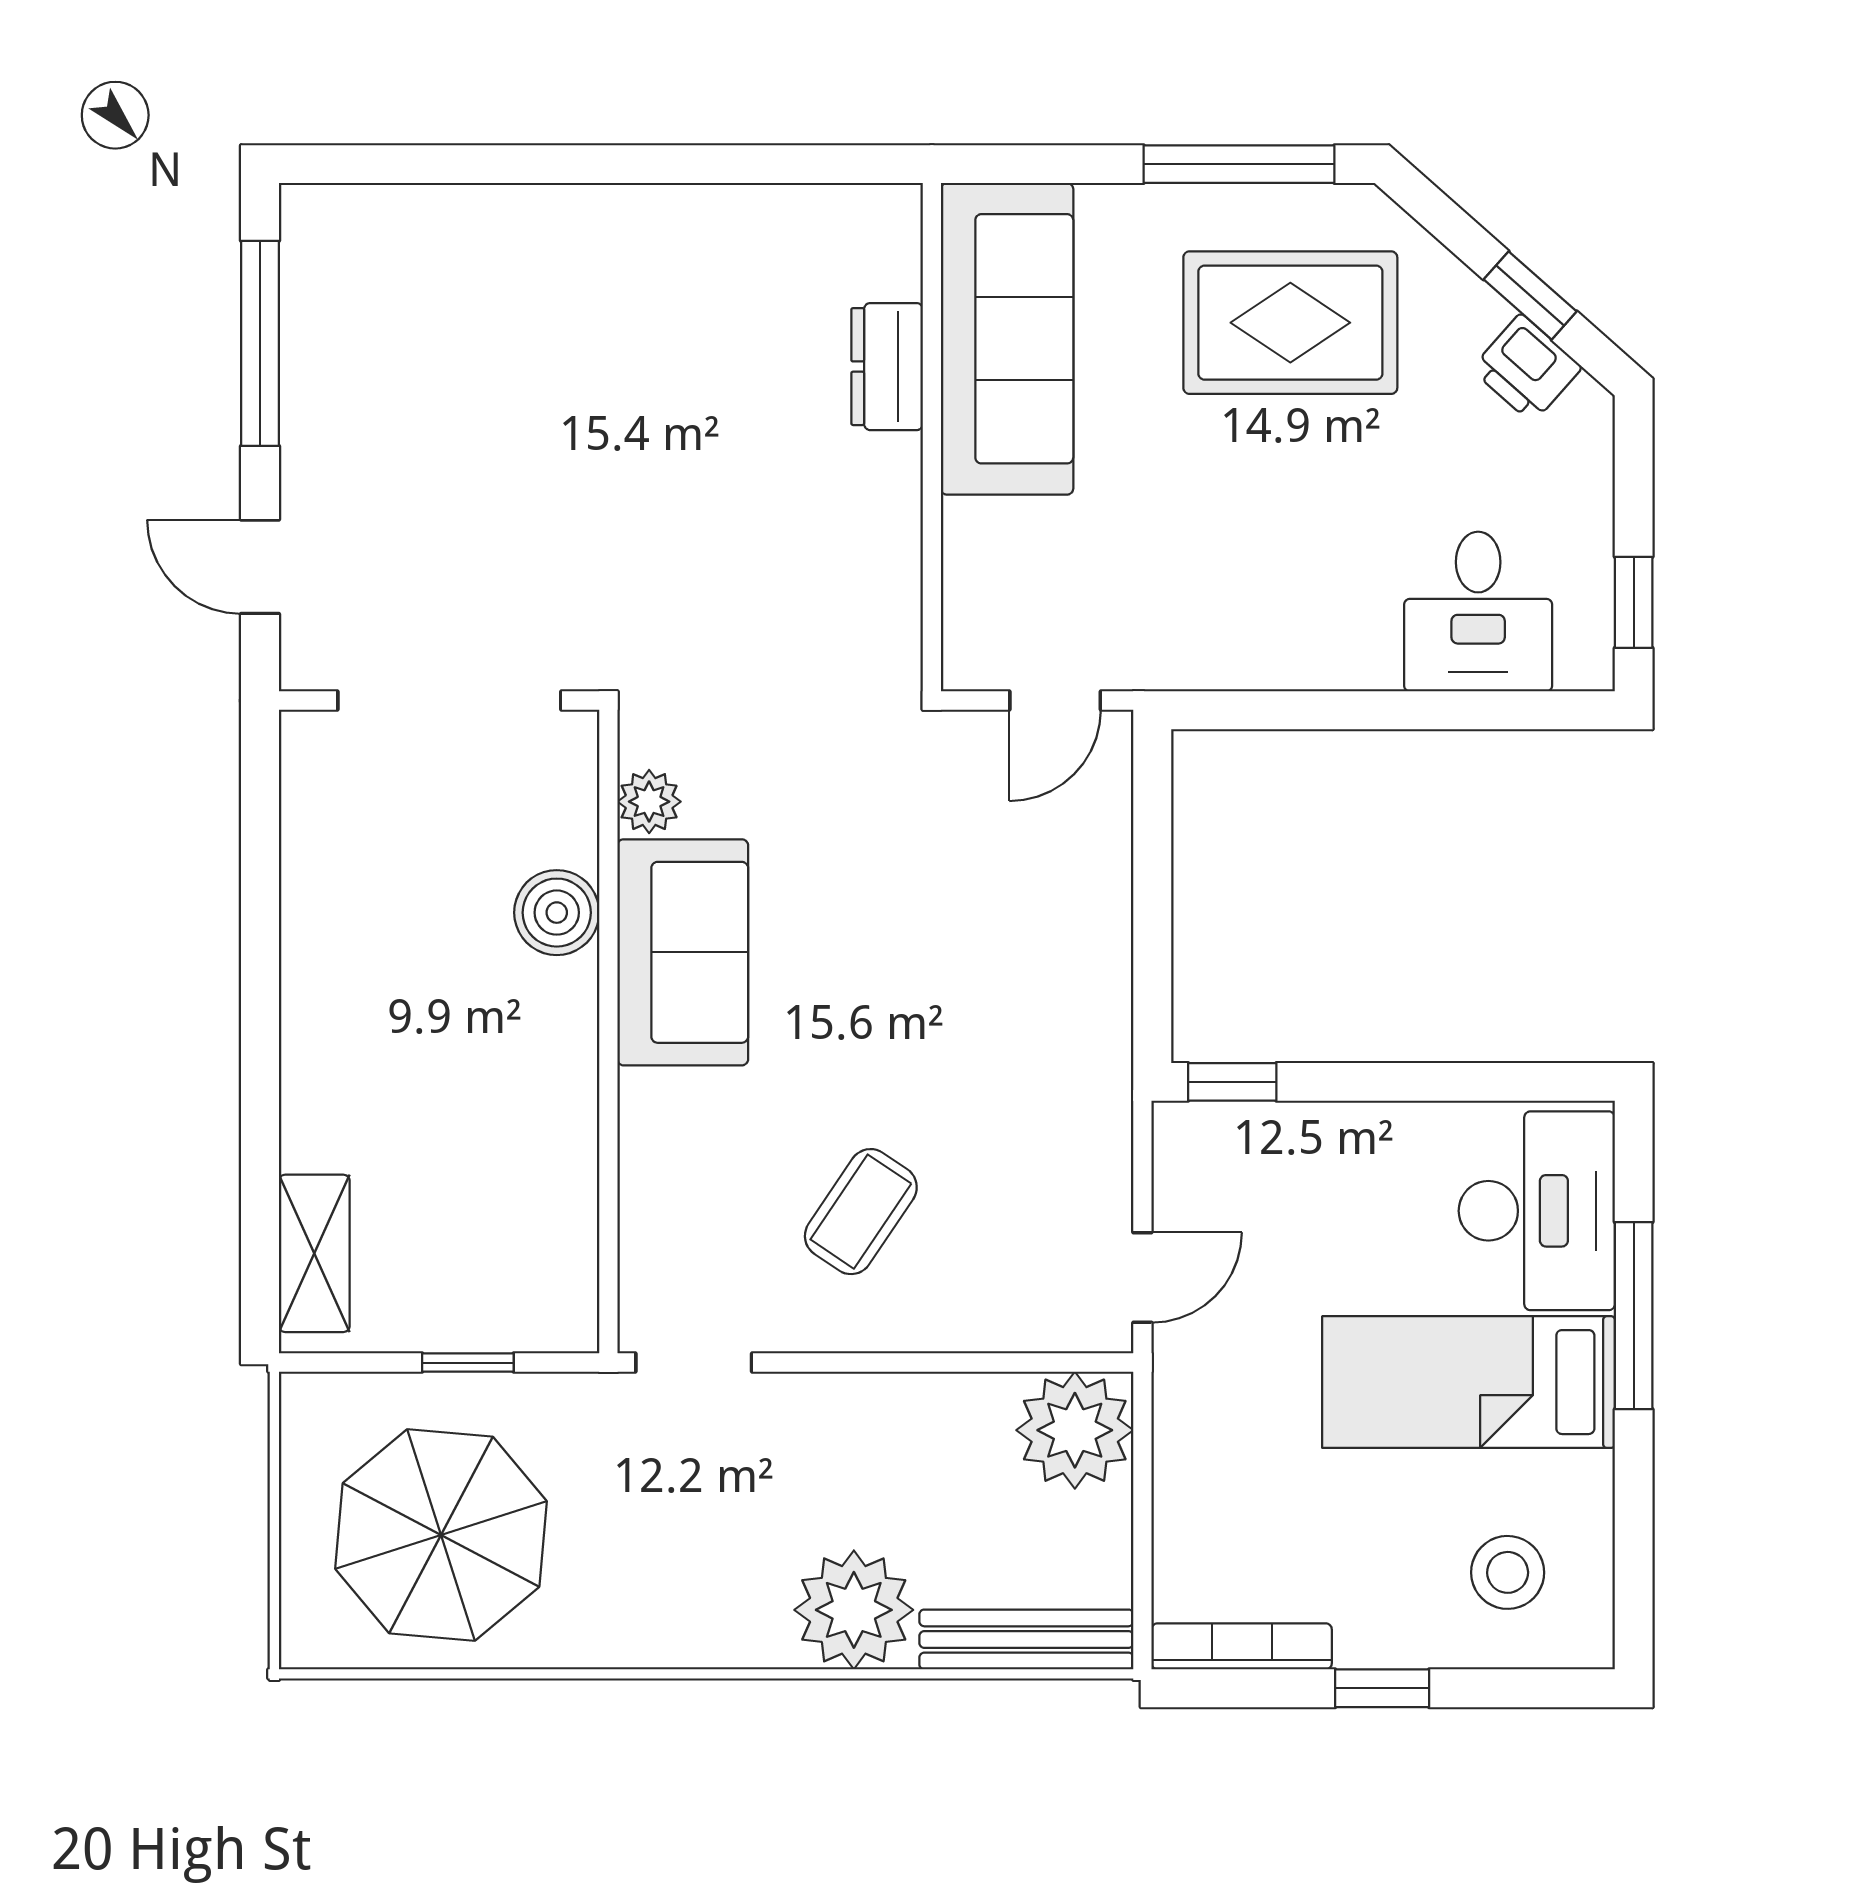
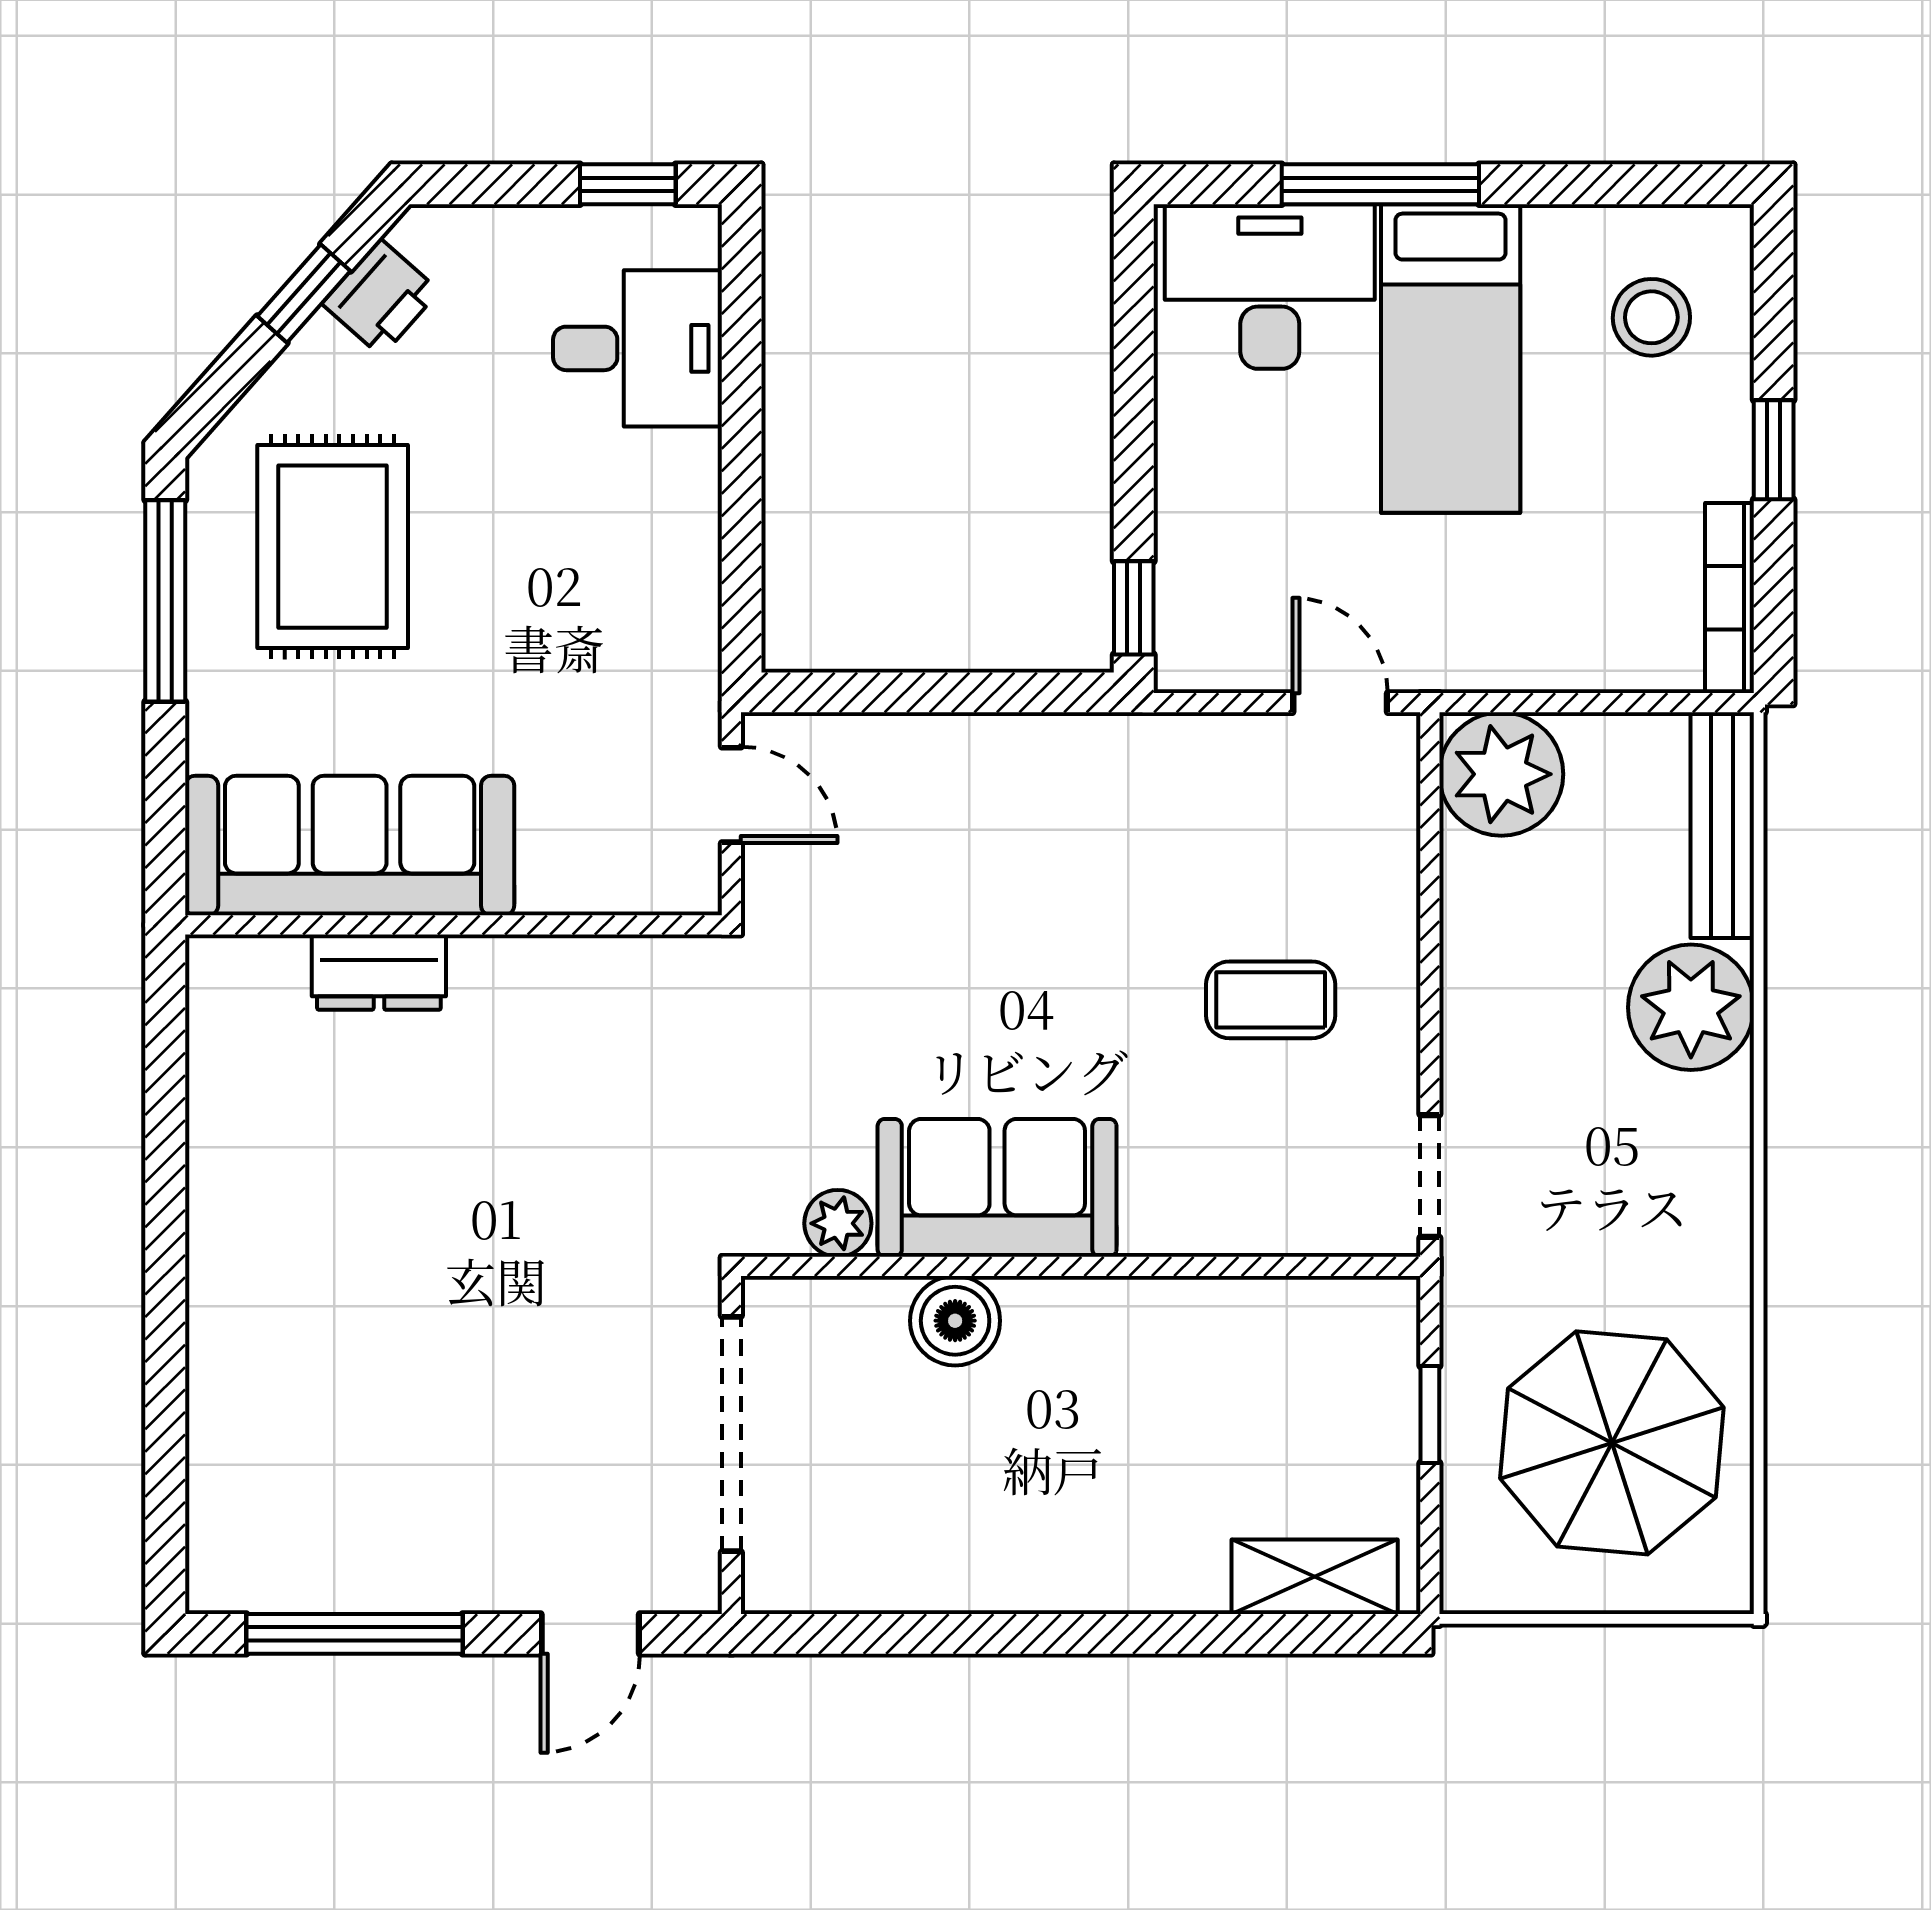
coffee table: (861, 1212) -> (1271, 1000), turned -34

